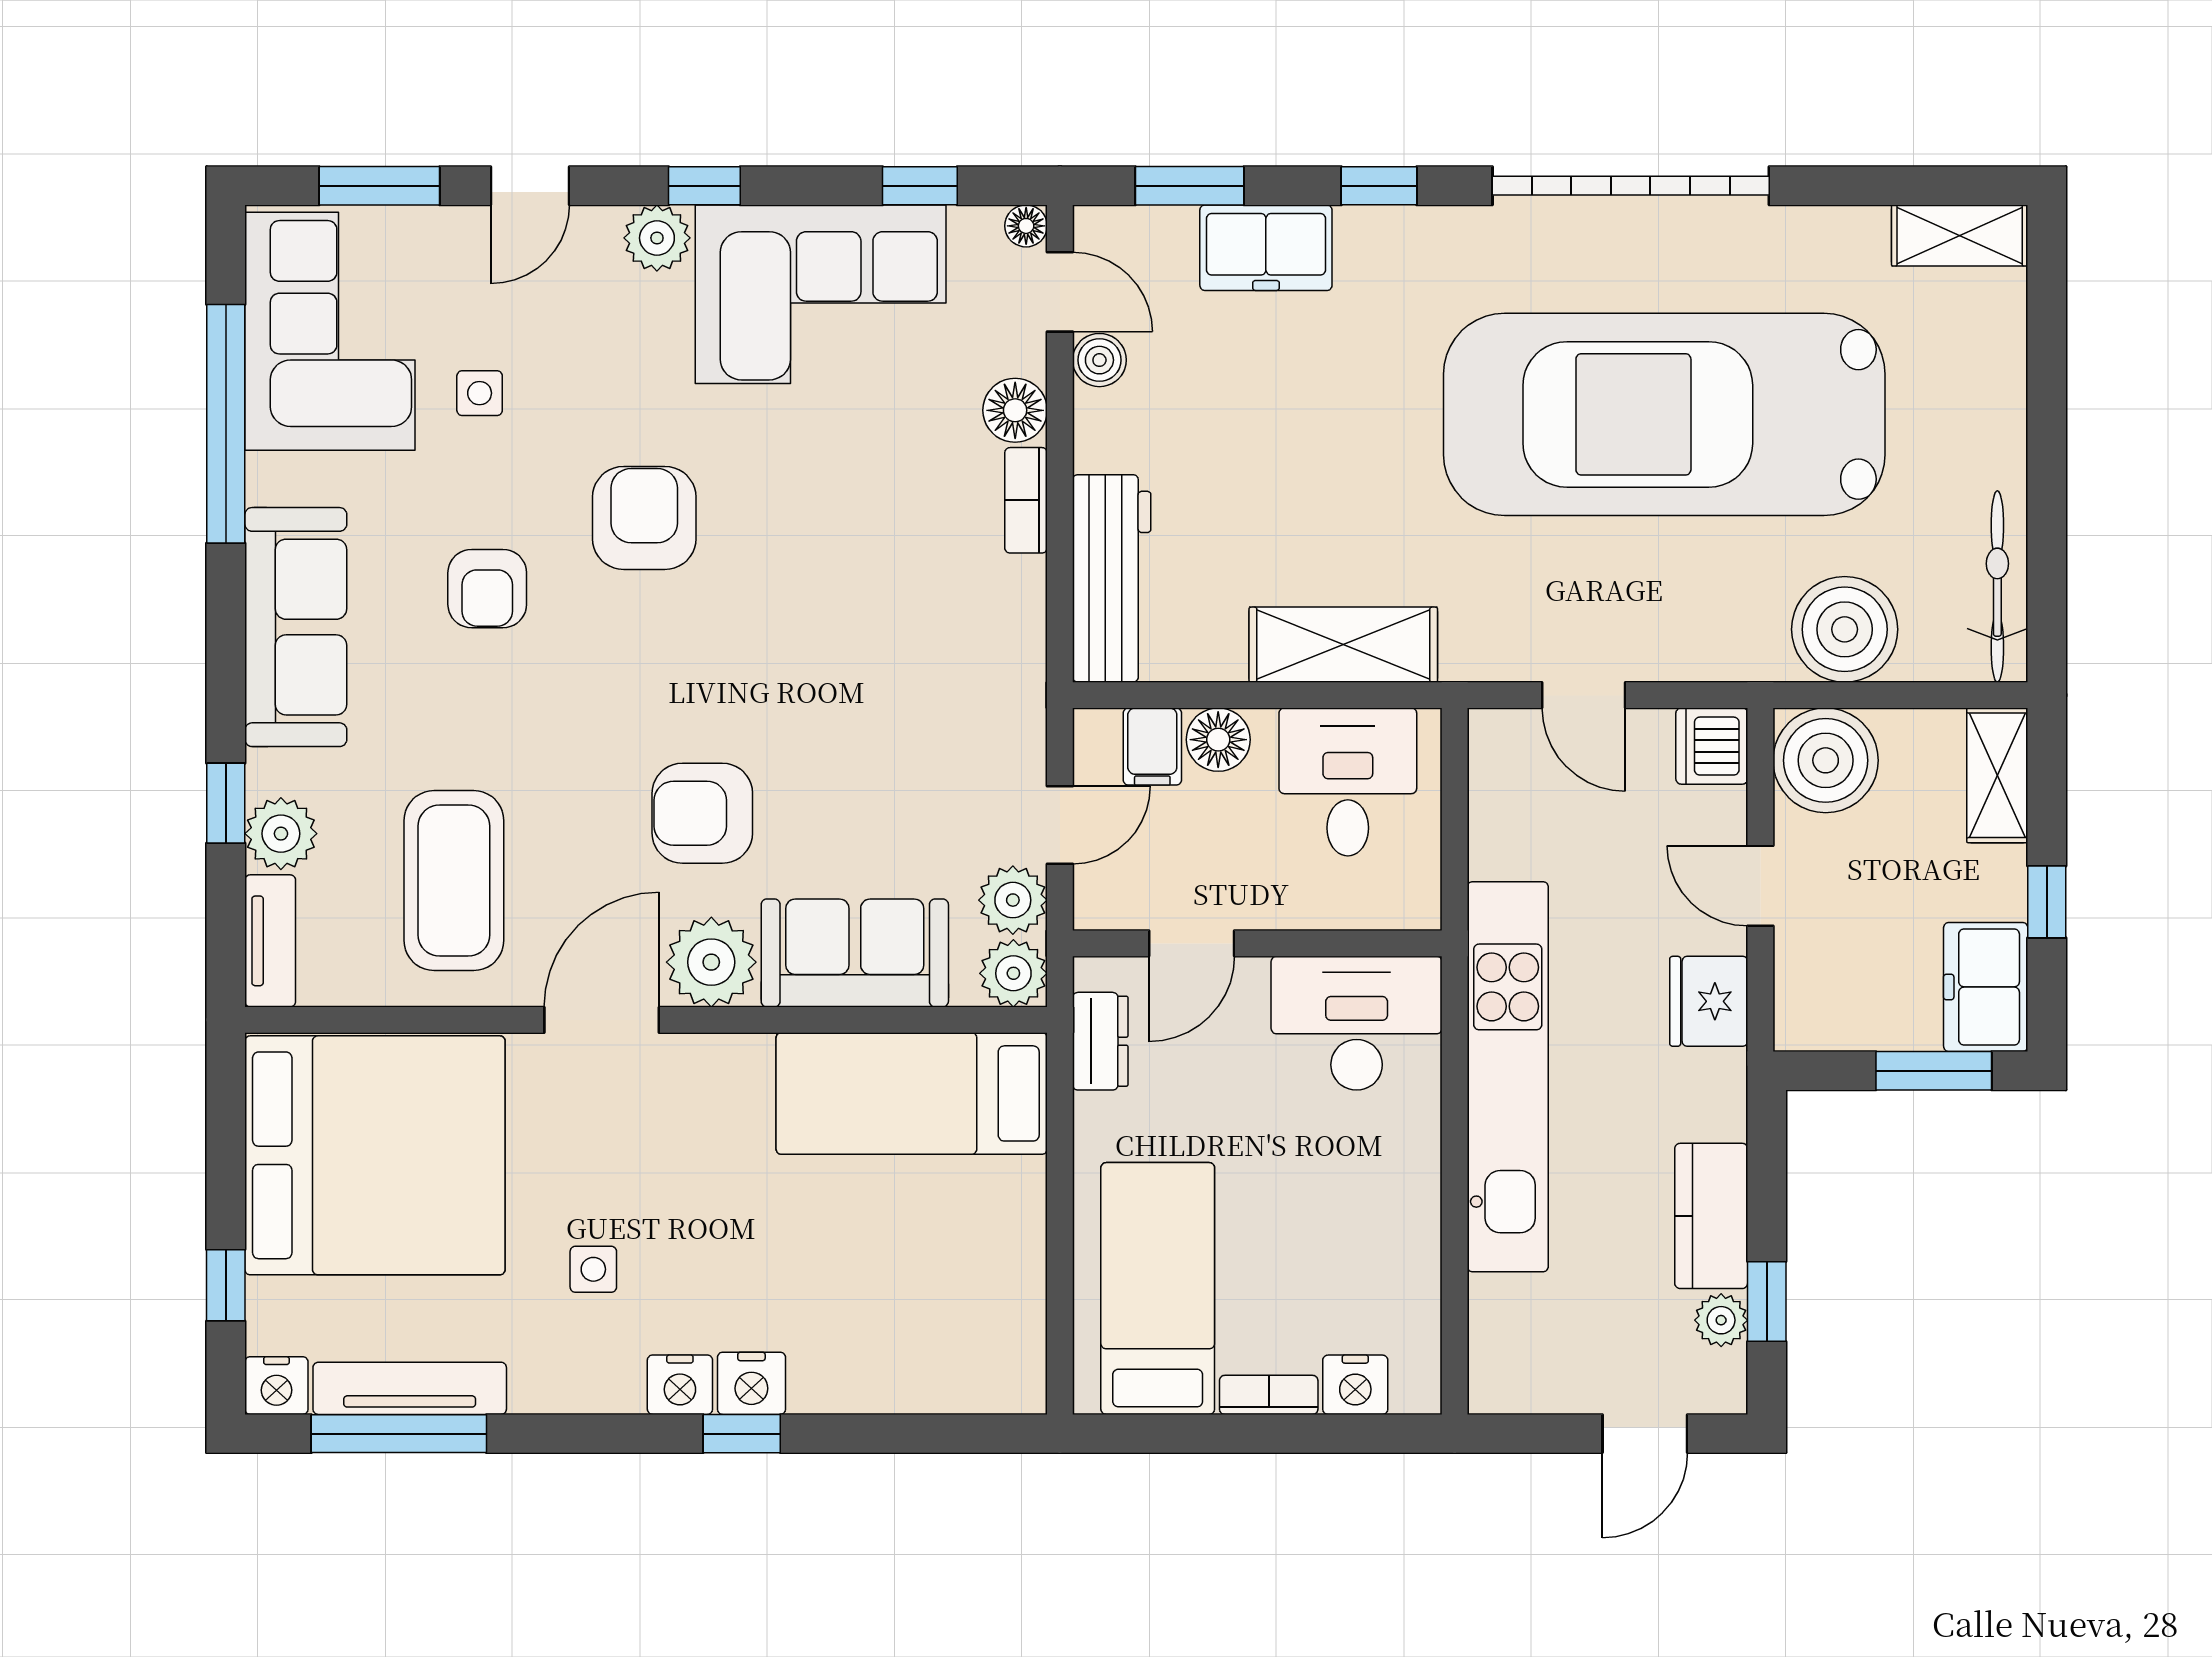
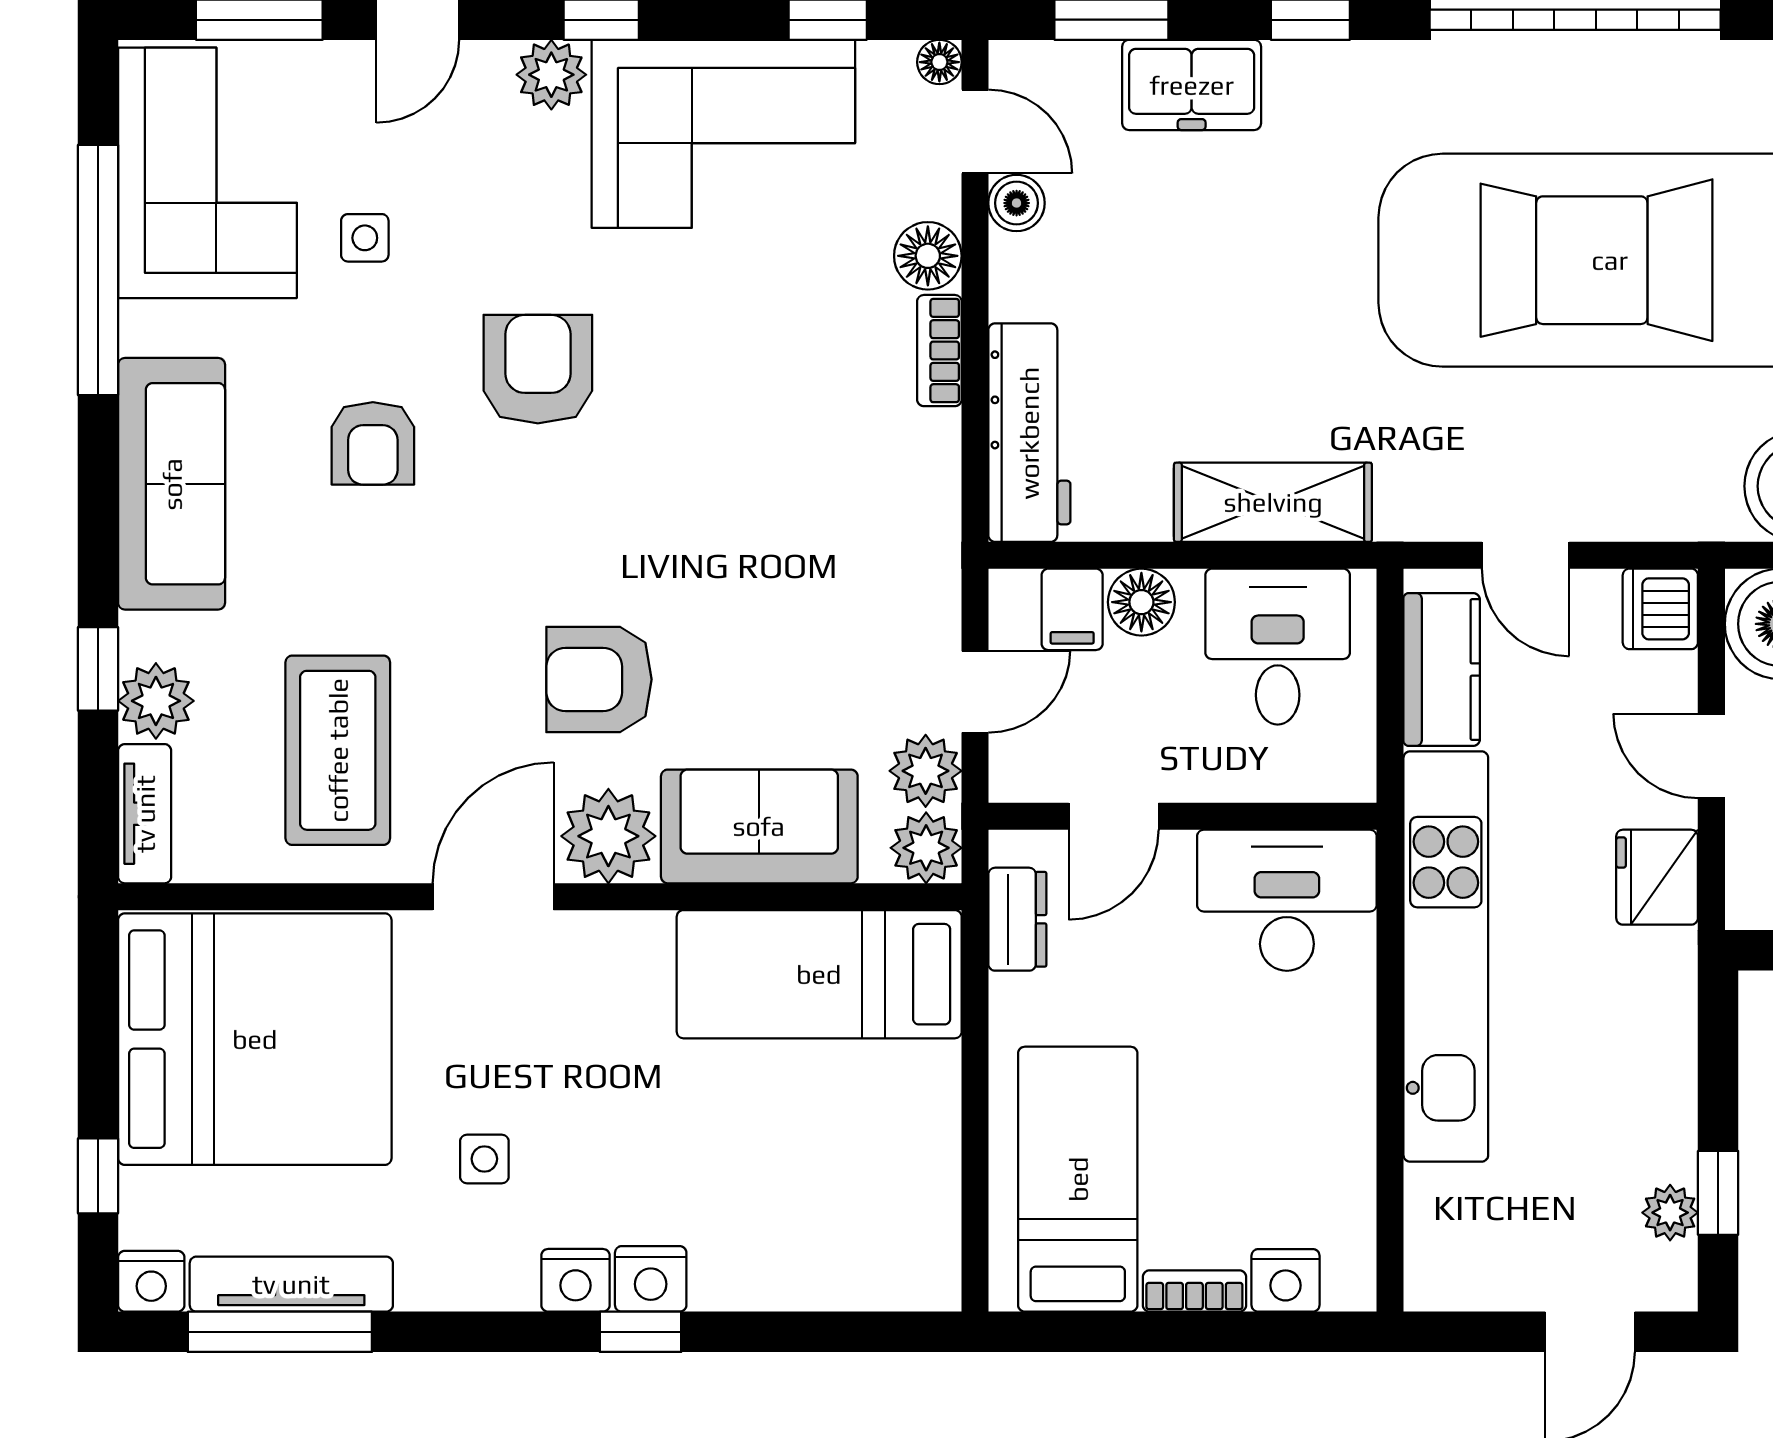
kitchen counter: (1711, 1216) -> (1442, 670), moved, turned 180

